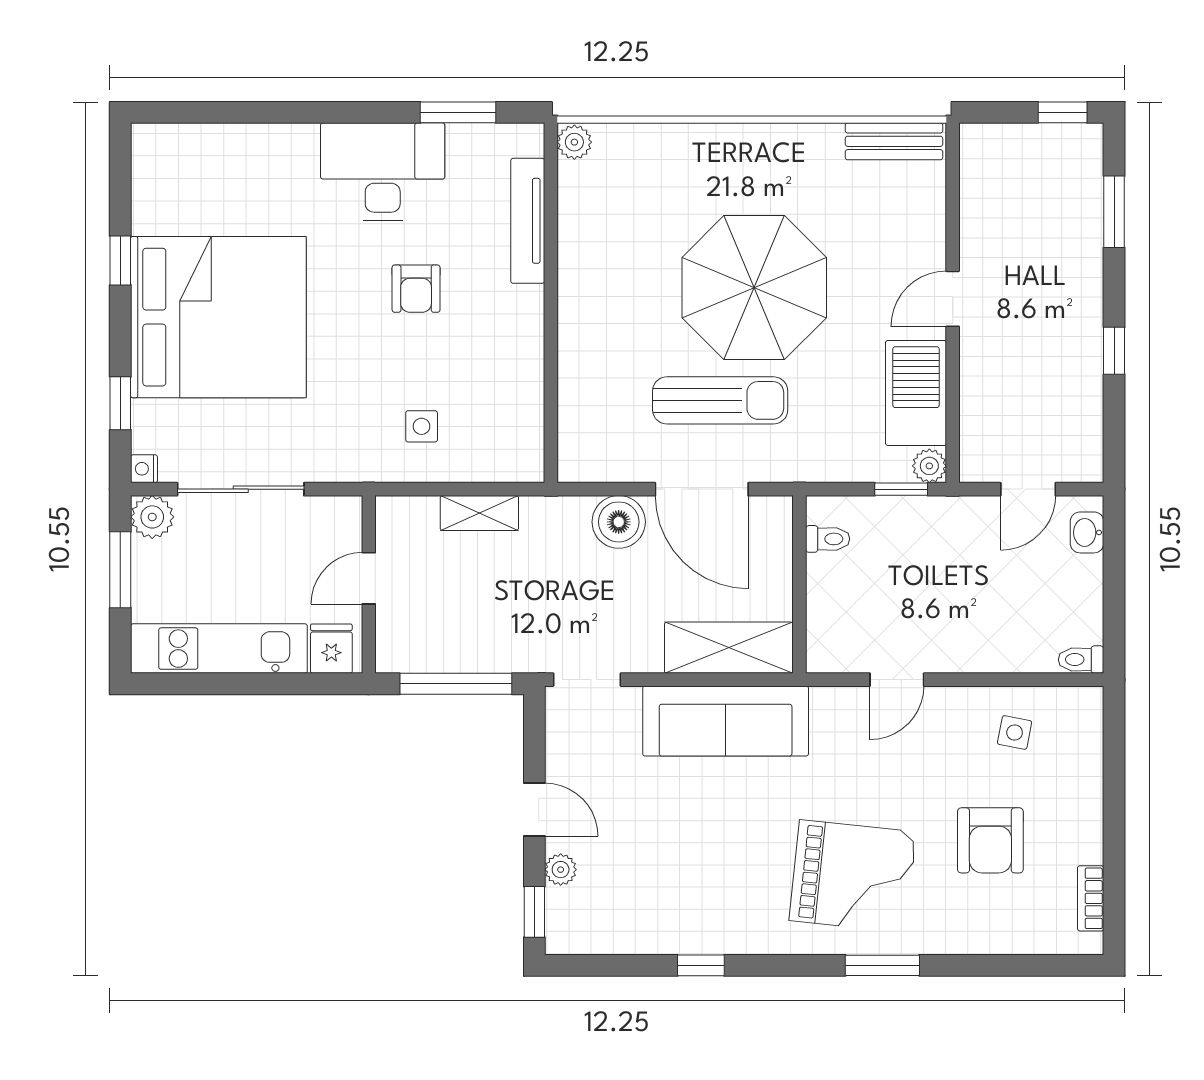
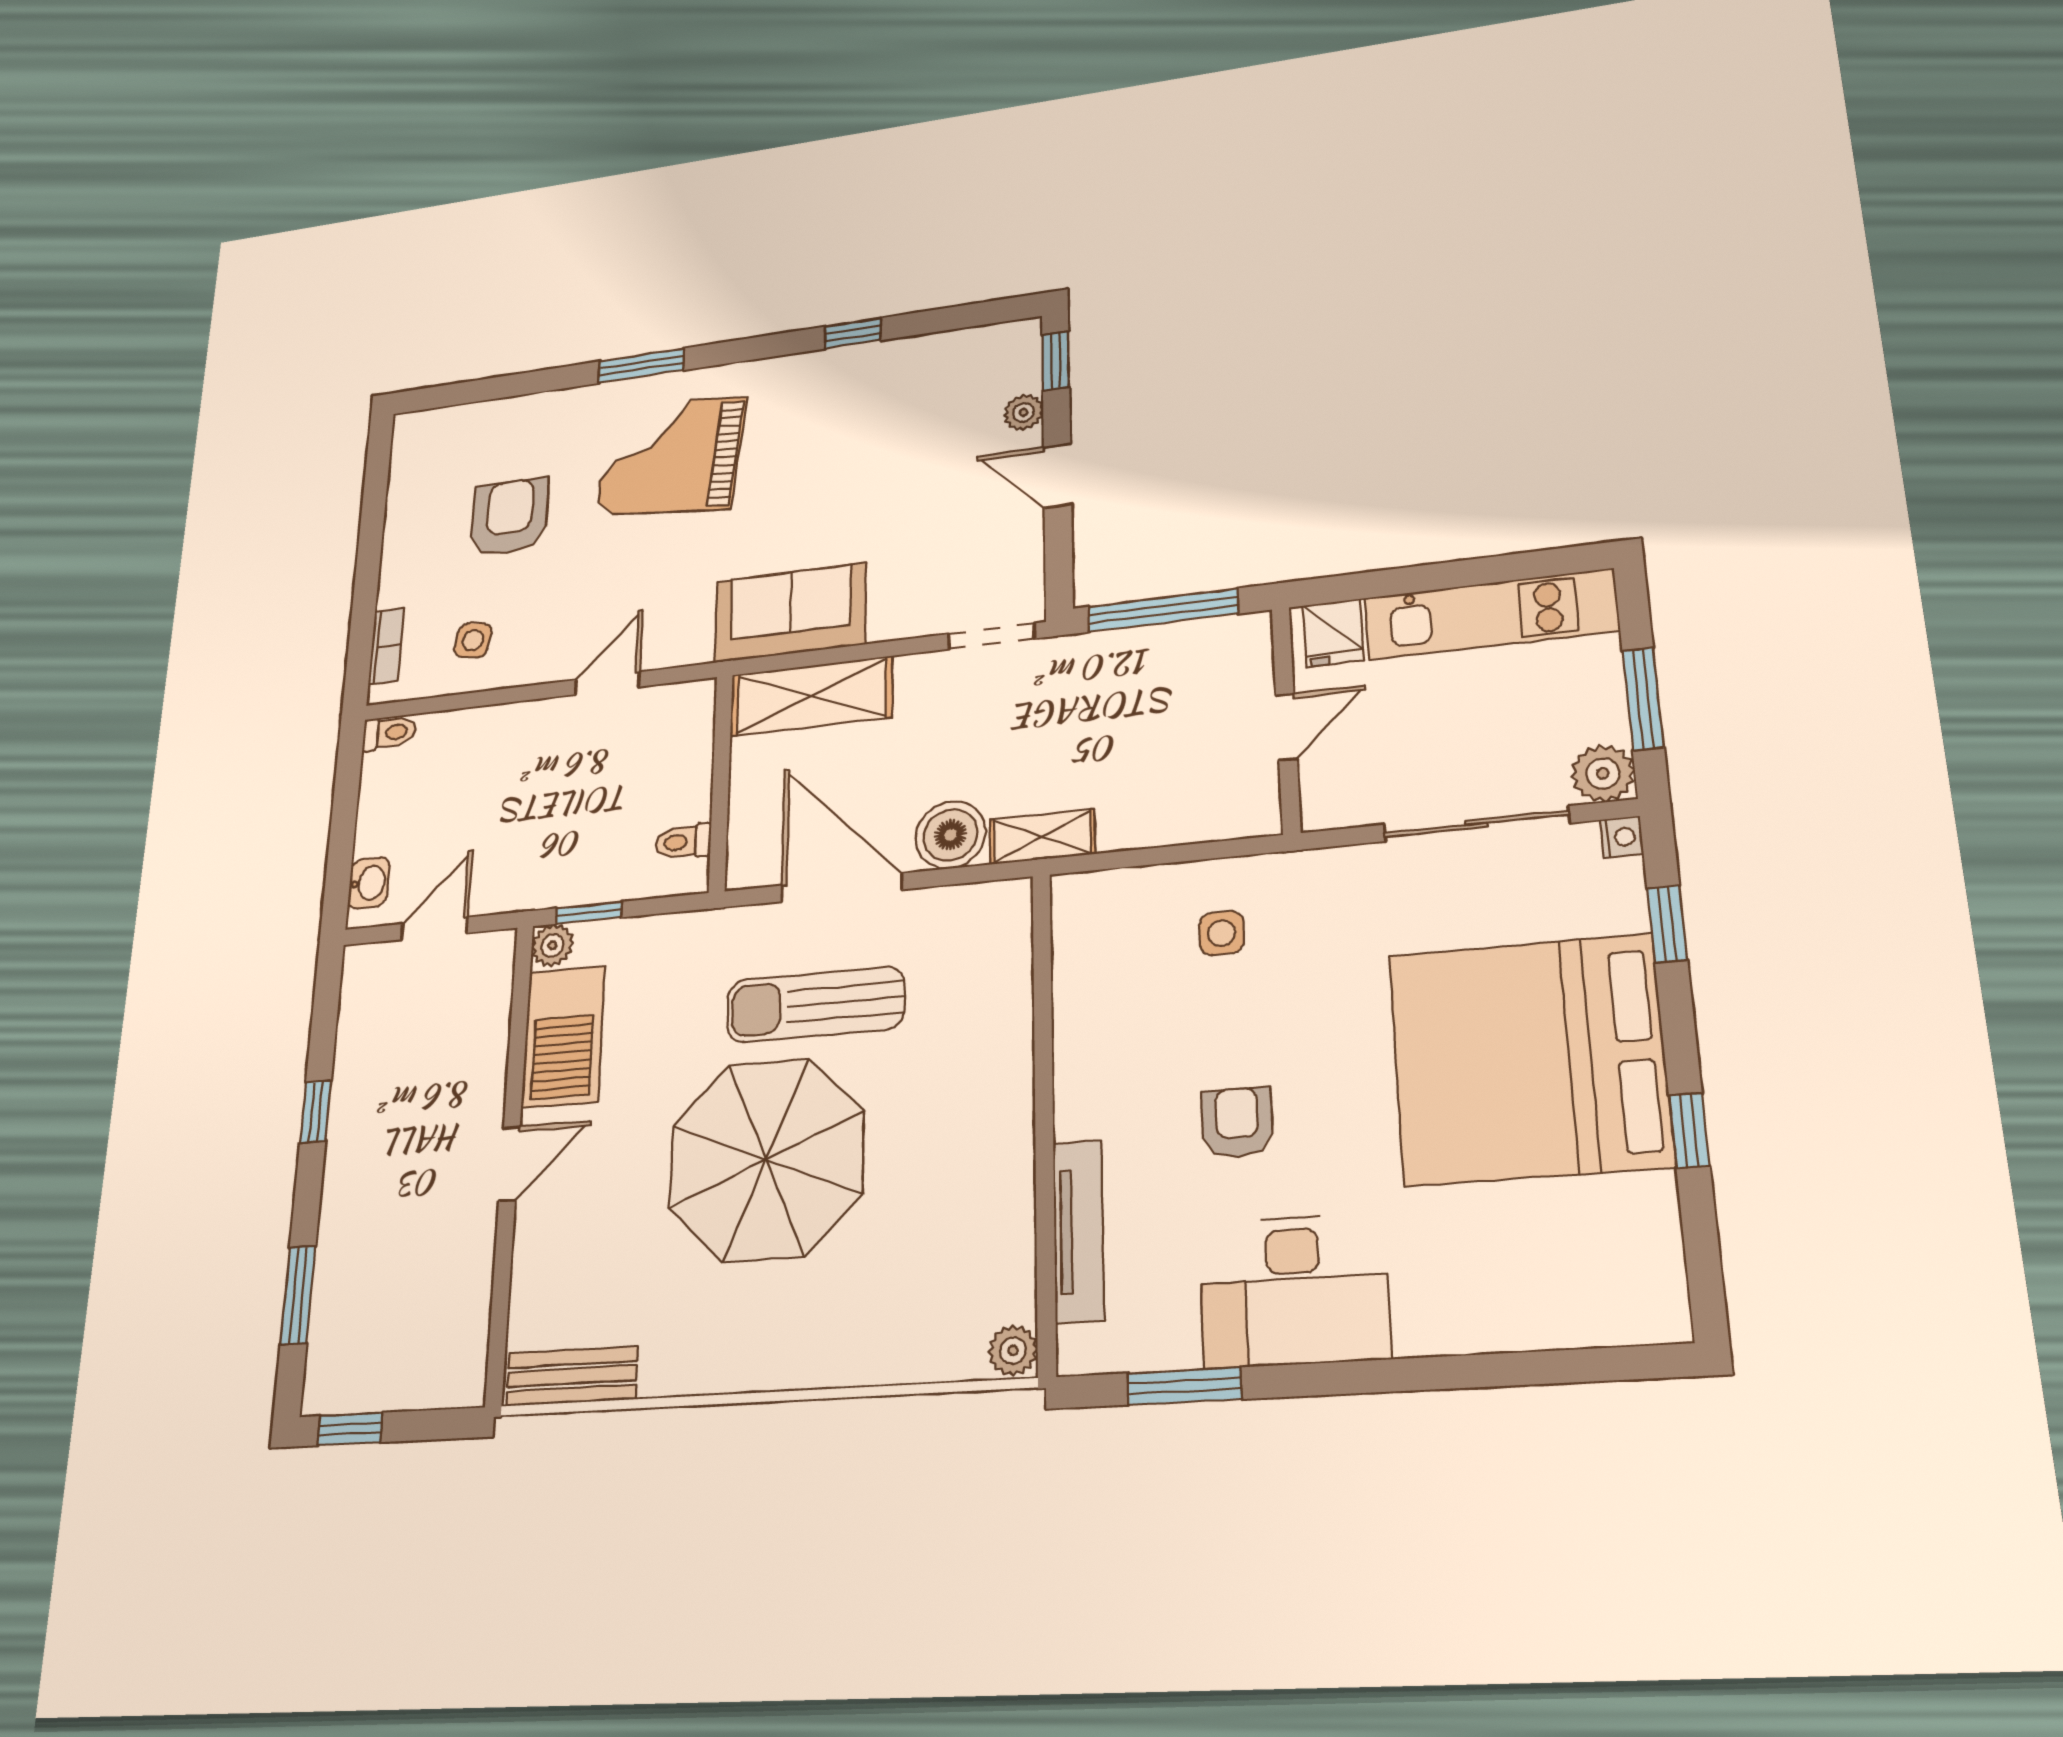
shelving: (479, 513) -> (1042, 837), moved
sofa: (726, 721) -> (790, 613), width x0.73
bookcase: (1091, 898) -> (386, 646), moved

